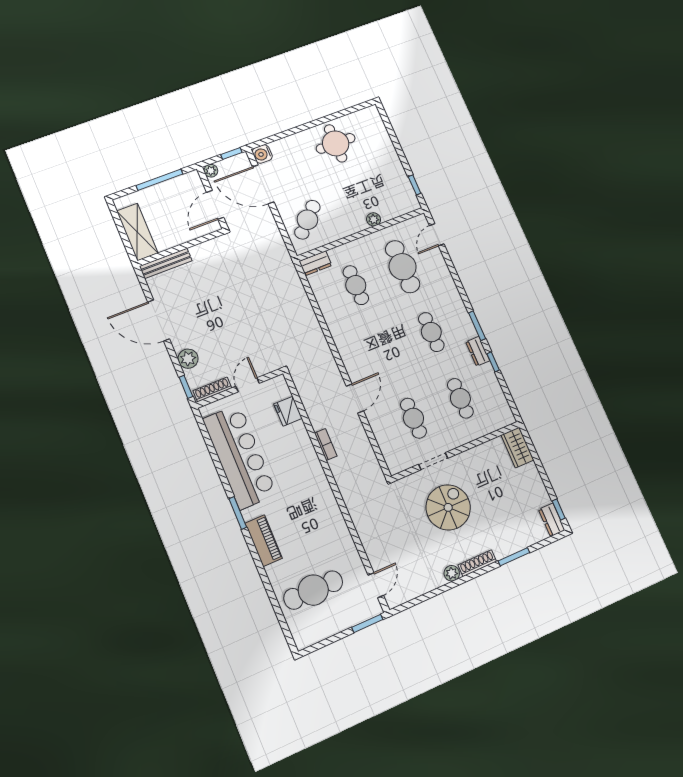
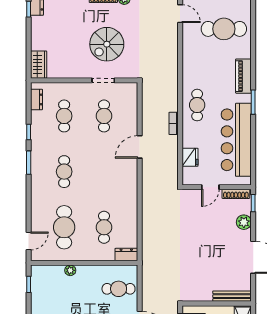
cafe table: (307, 220) -> (119, 289), turned 45
dresser: (478, 351) -> (36, 99), moved
cafe table: (306, 479) -> (197, 105), added
door: (376, 585) -> (180, 14), swing flipped

